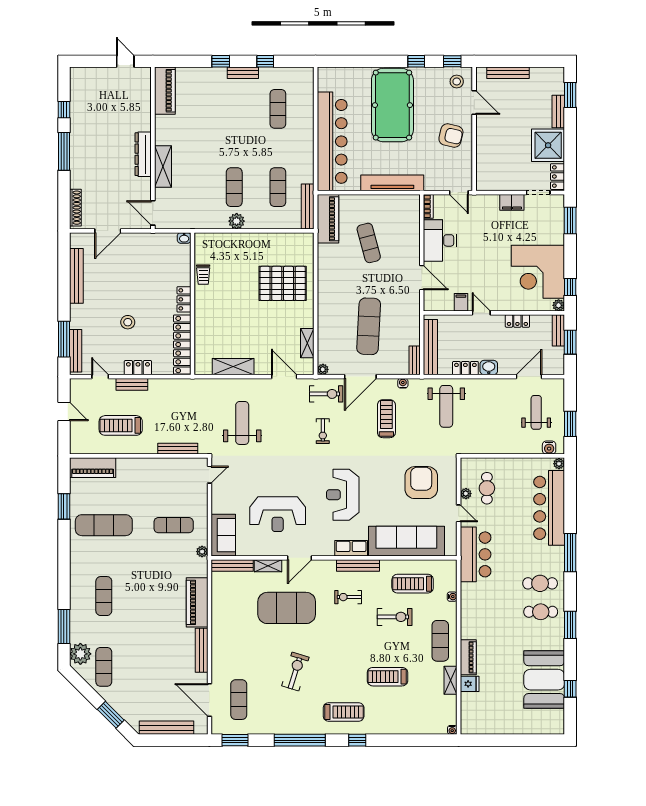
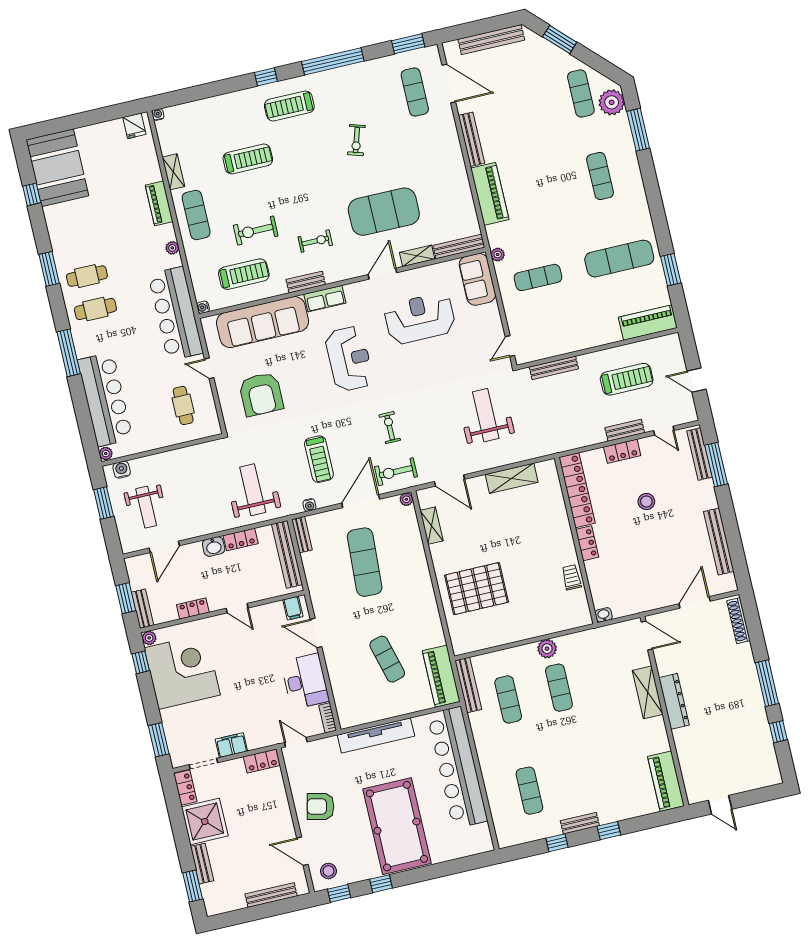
locker: (490, 184) -> (262, 761), added
filing cabinet: (461, 302) -> (293, 608), moved
weight bench: (242, 423) -> (486, 415), turned 180
plant: (466, 494) -> (172, 248), moved
bar counter: (476, 554) -> (176, 314), width x1.36
bench: (358, 565) -> (306, 282), width x0.73
water cooler: (452, 597) -> (203, 307), moved
exercise bike: (295, 672) -> (356, 140), width x0.73, depth x0.72
booth: (544, 680) -> (57, 168), moved
fridge: (470, 684) -> (134, 126), moved, turned -90

